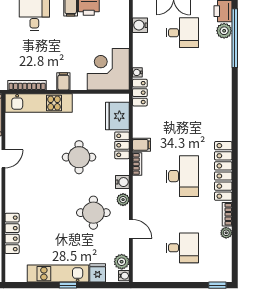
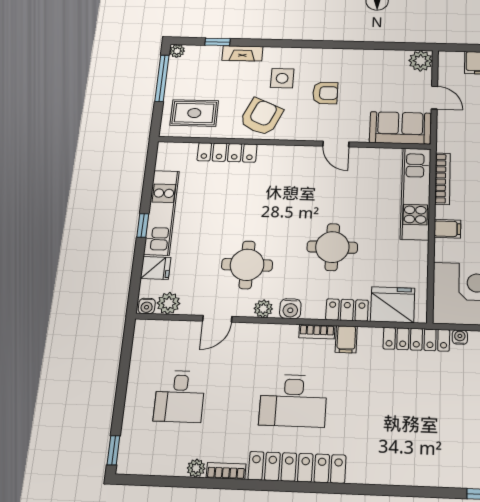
locker: (140, 93) -> (416, 339), width x1.53

